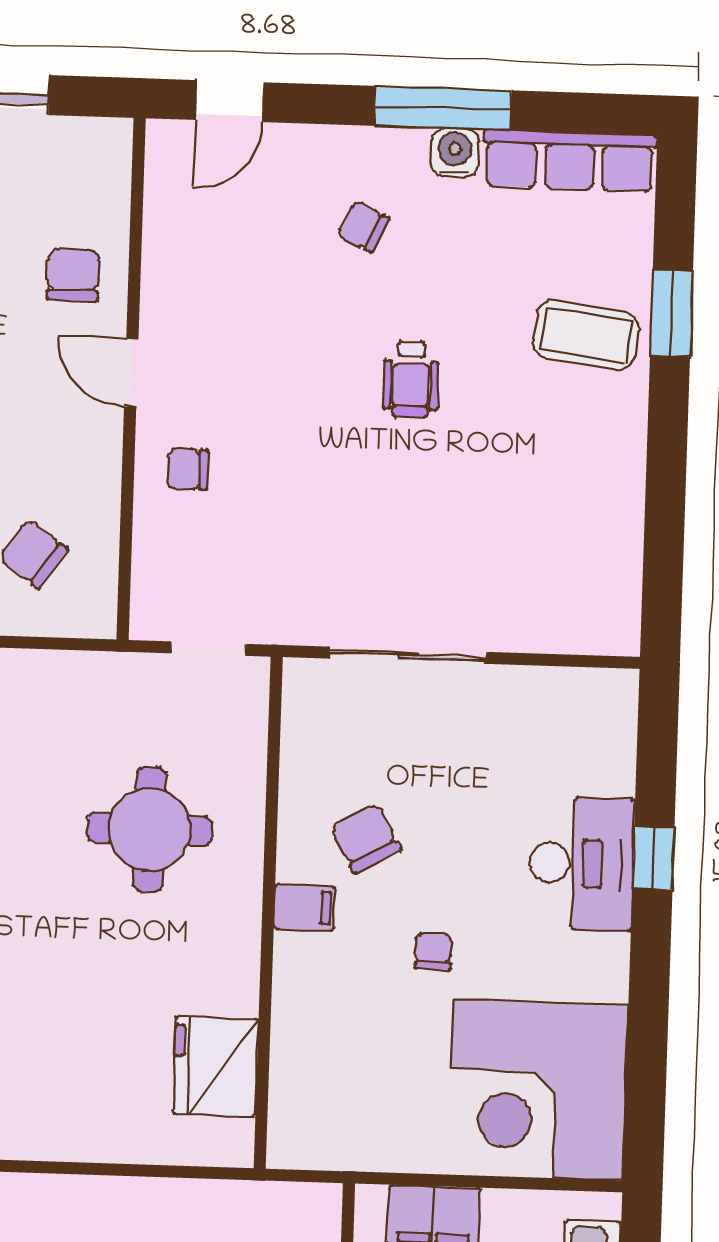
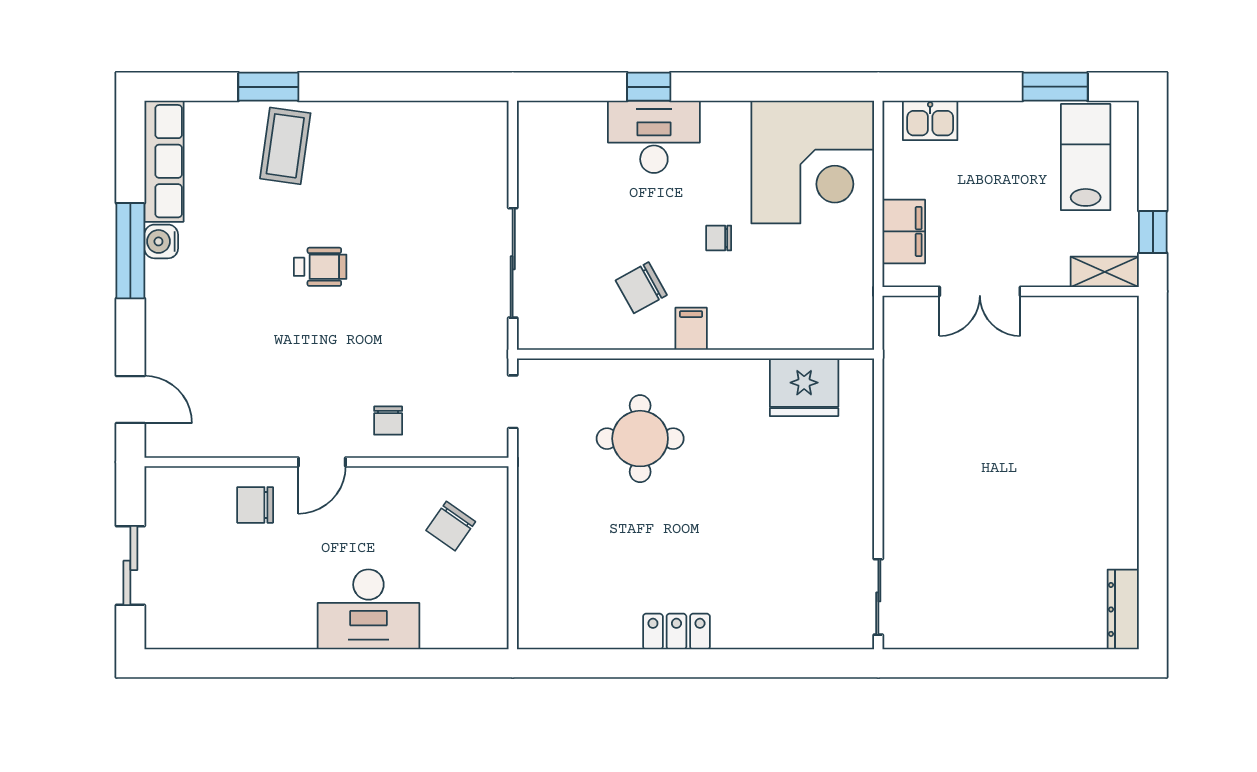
chair: (363, 227) -> (215, 304), removed

